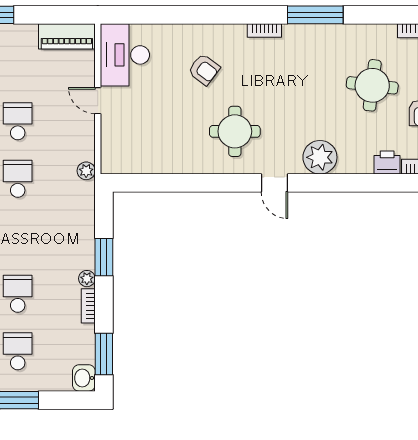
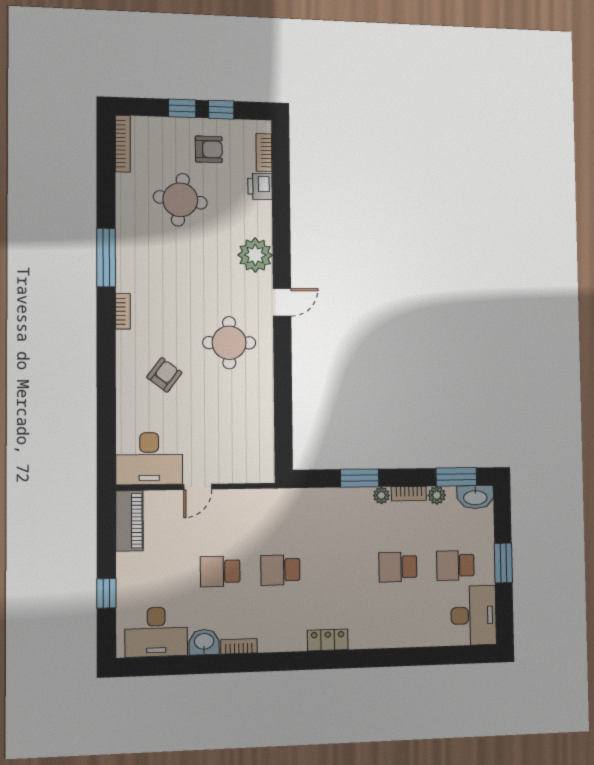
plant: (86, 171) -> (437, 495), moved
washbasin: (84, 378) -> (475, 497), width x1.38

